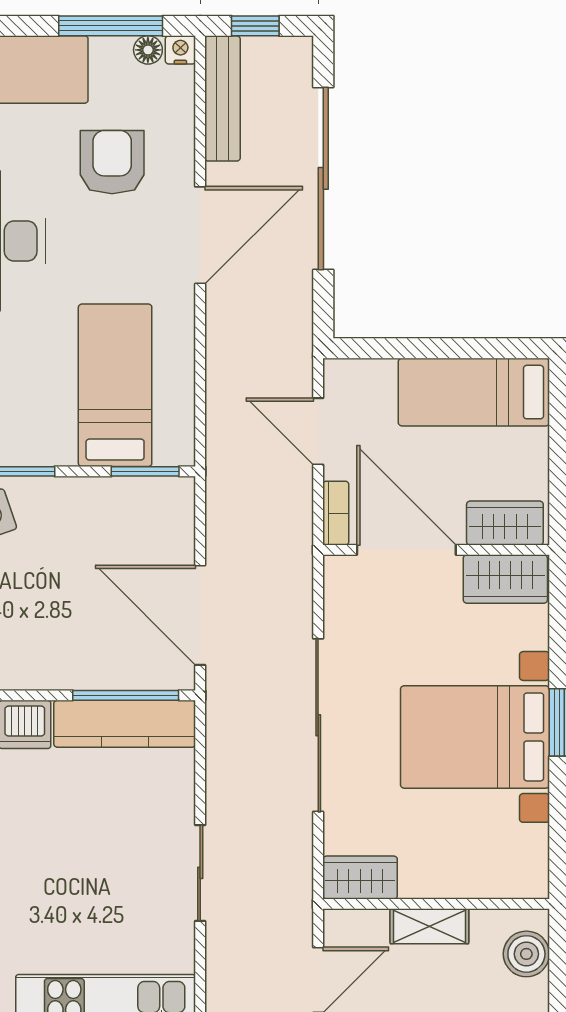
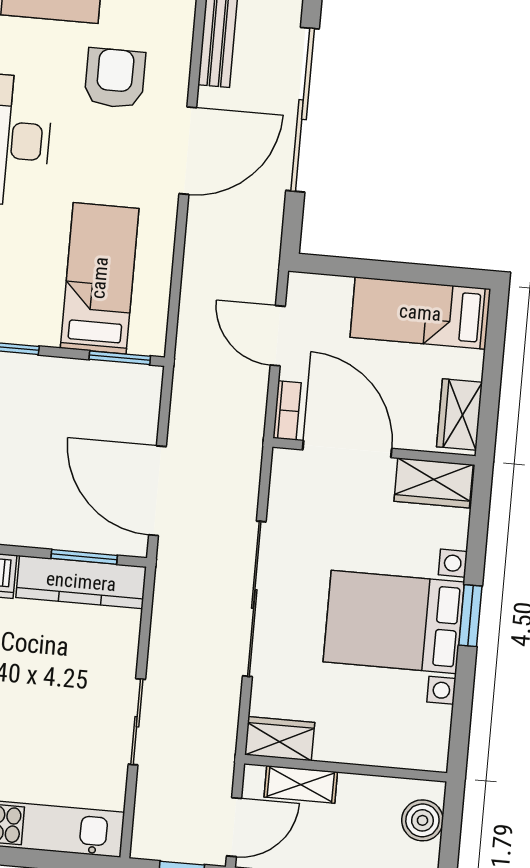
wardrobe: (505, 523) -> (459, 414), moved, turned -90
window: (126, 695) -> (84, 557), width x0.69
shelving: (429, 926) -> (301, 784), moved

